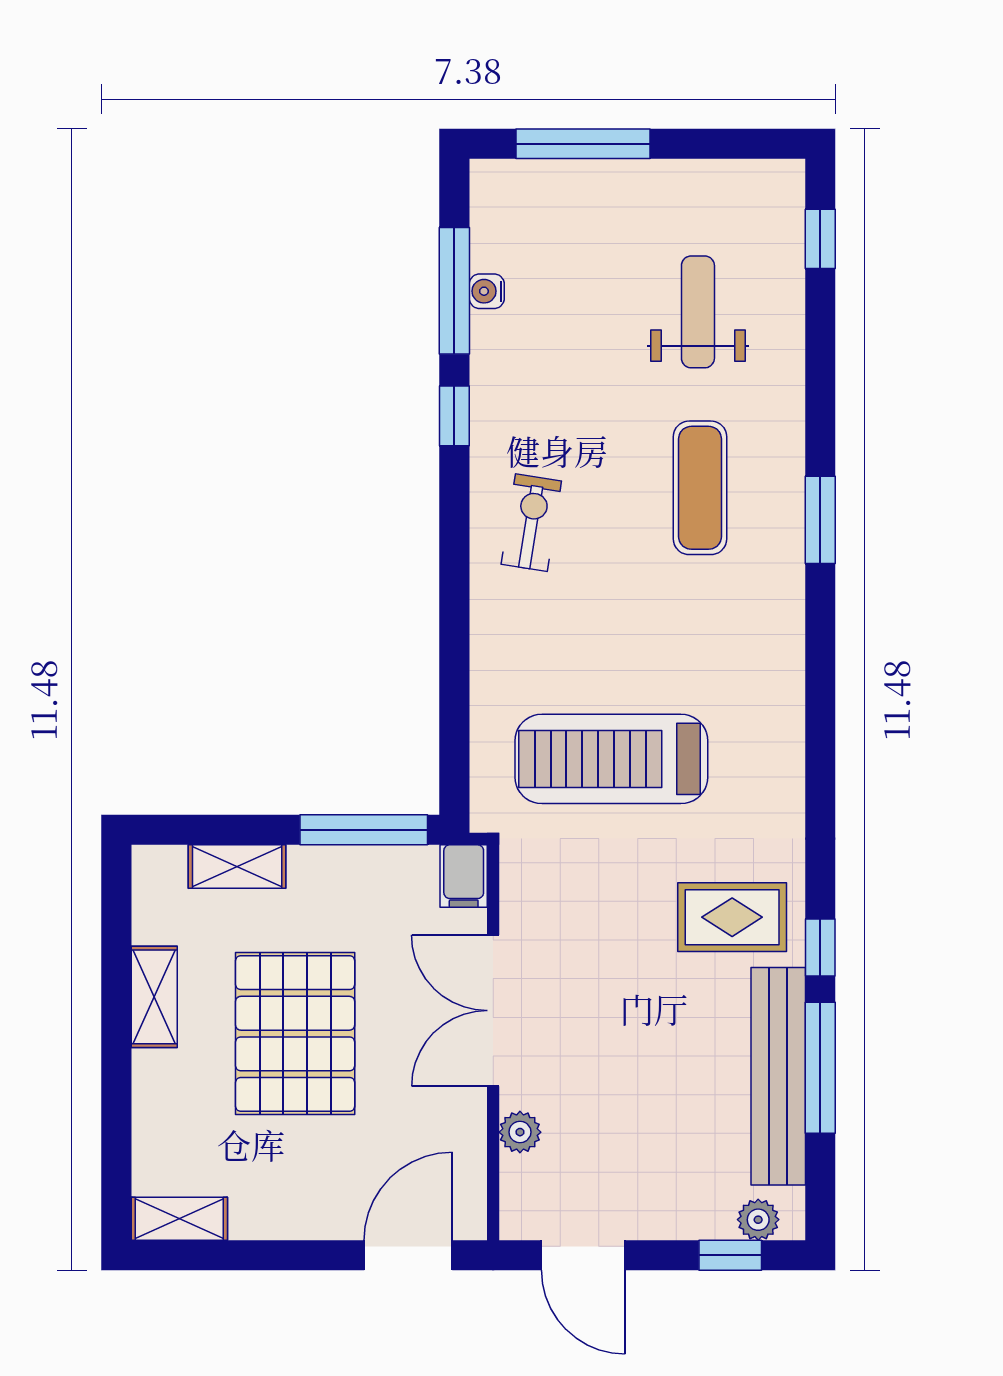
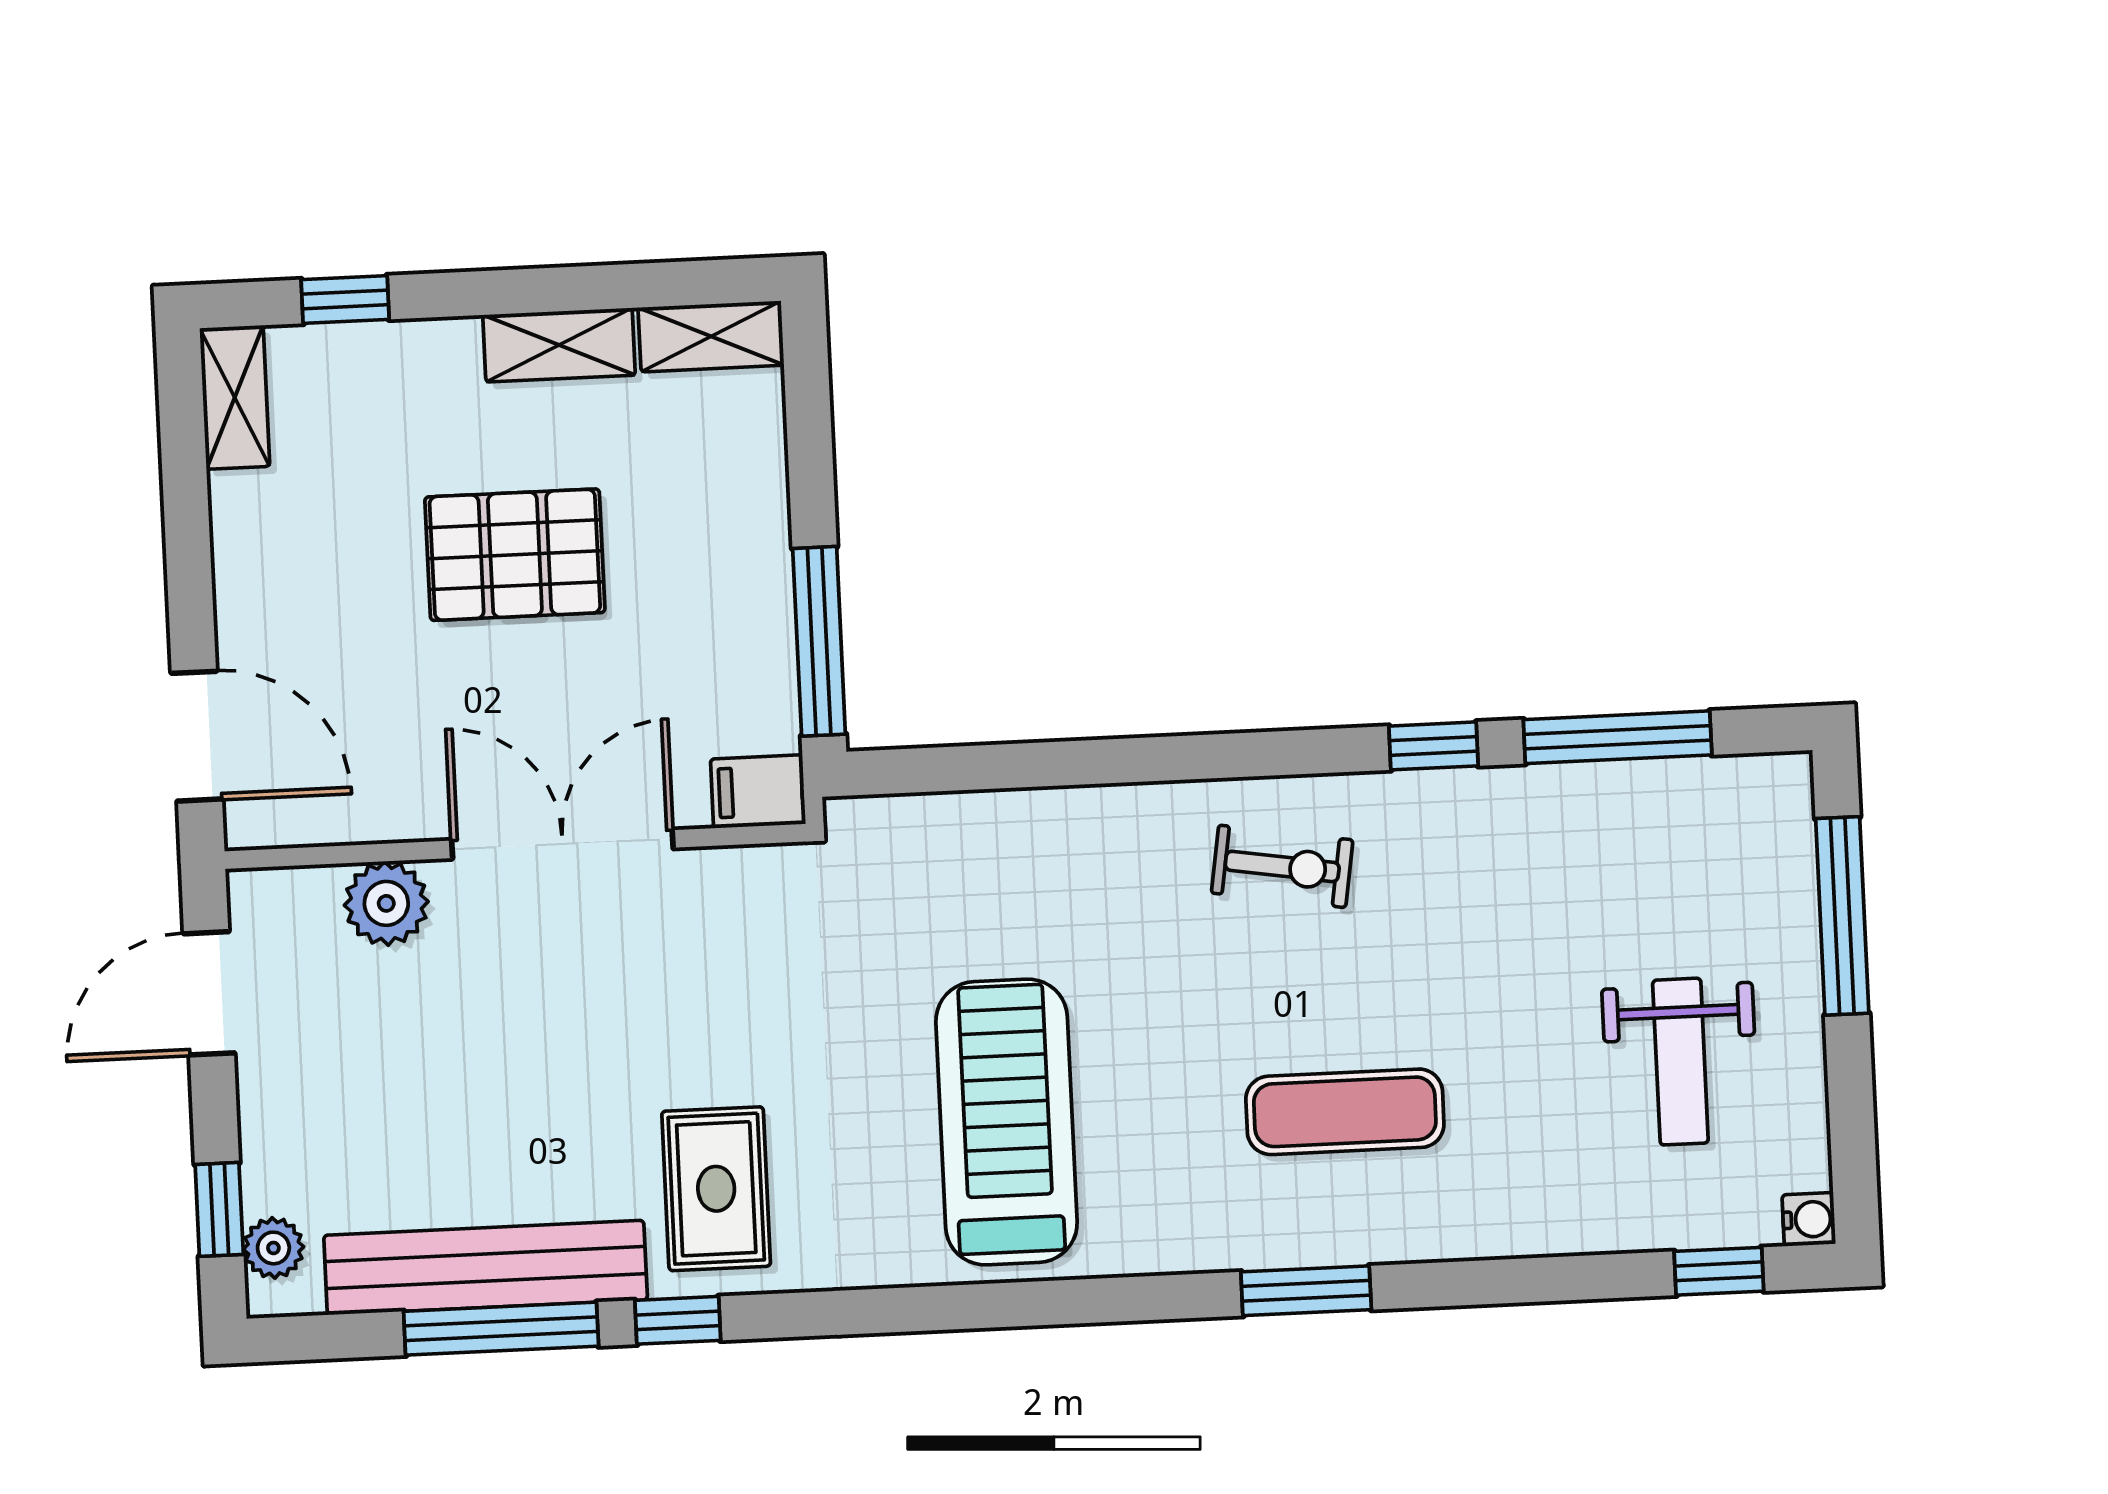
water cooler: (487, 291) -> (1809, 1219), moved, turned 90
weight bench: (698, 312) -> (1680, 1062), moved, turned 90
treadmill: (611, 759) -> (1007, 1122), moved
shelving: (237, 867) -> (711, 336), moved, turned 90
pallet: (295, 1034) -> (515, 555), width x0.73, depth x0.71
plant: (520, 1132) -> (386, 903), width x1.38, depth x1.38
window: (116, 1141) -> (345, 299), added

